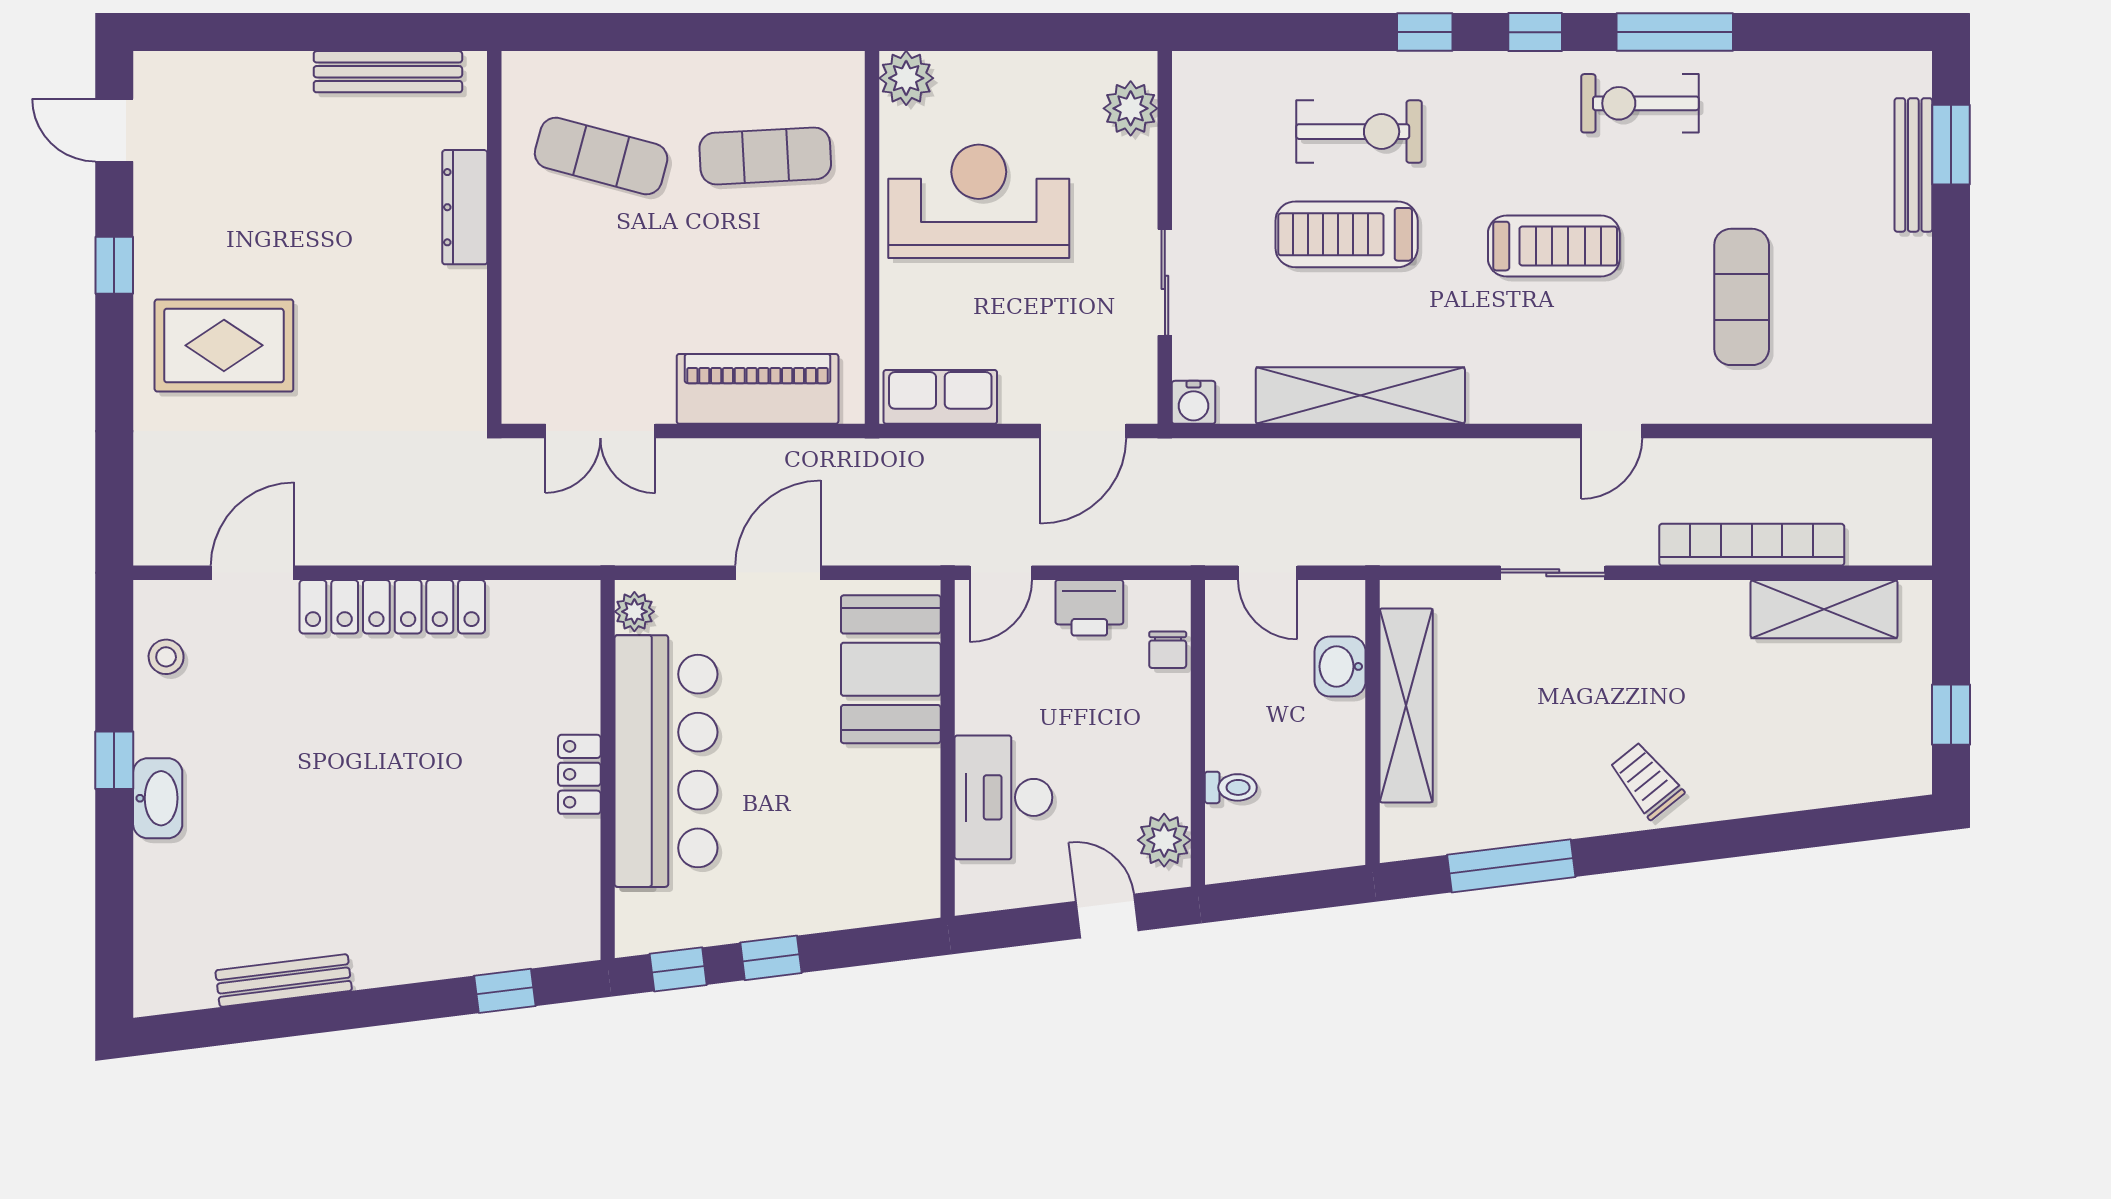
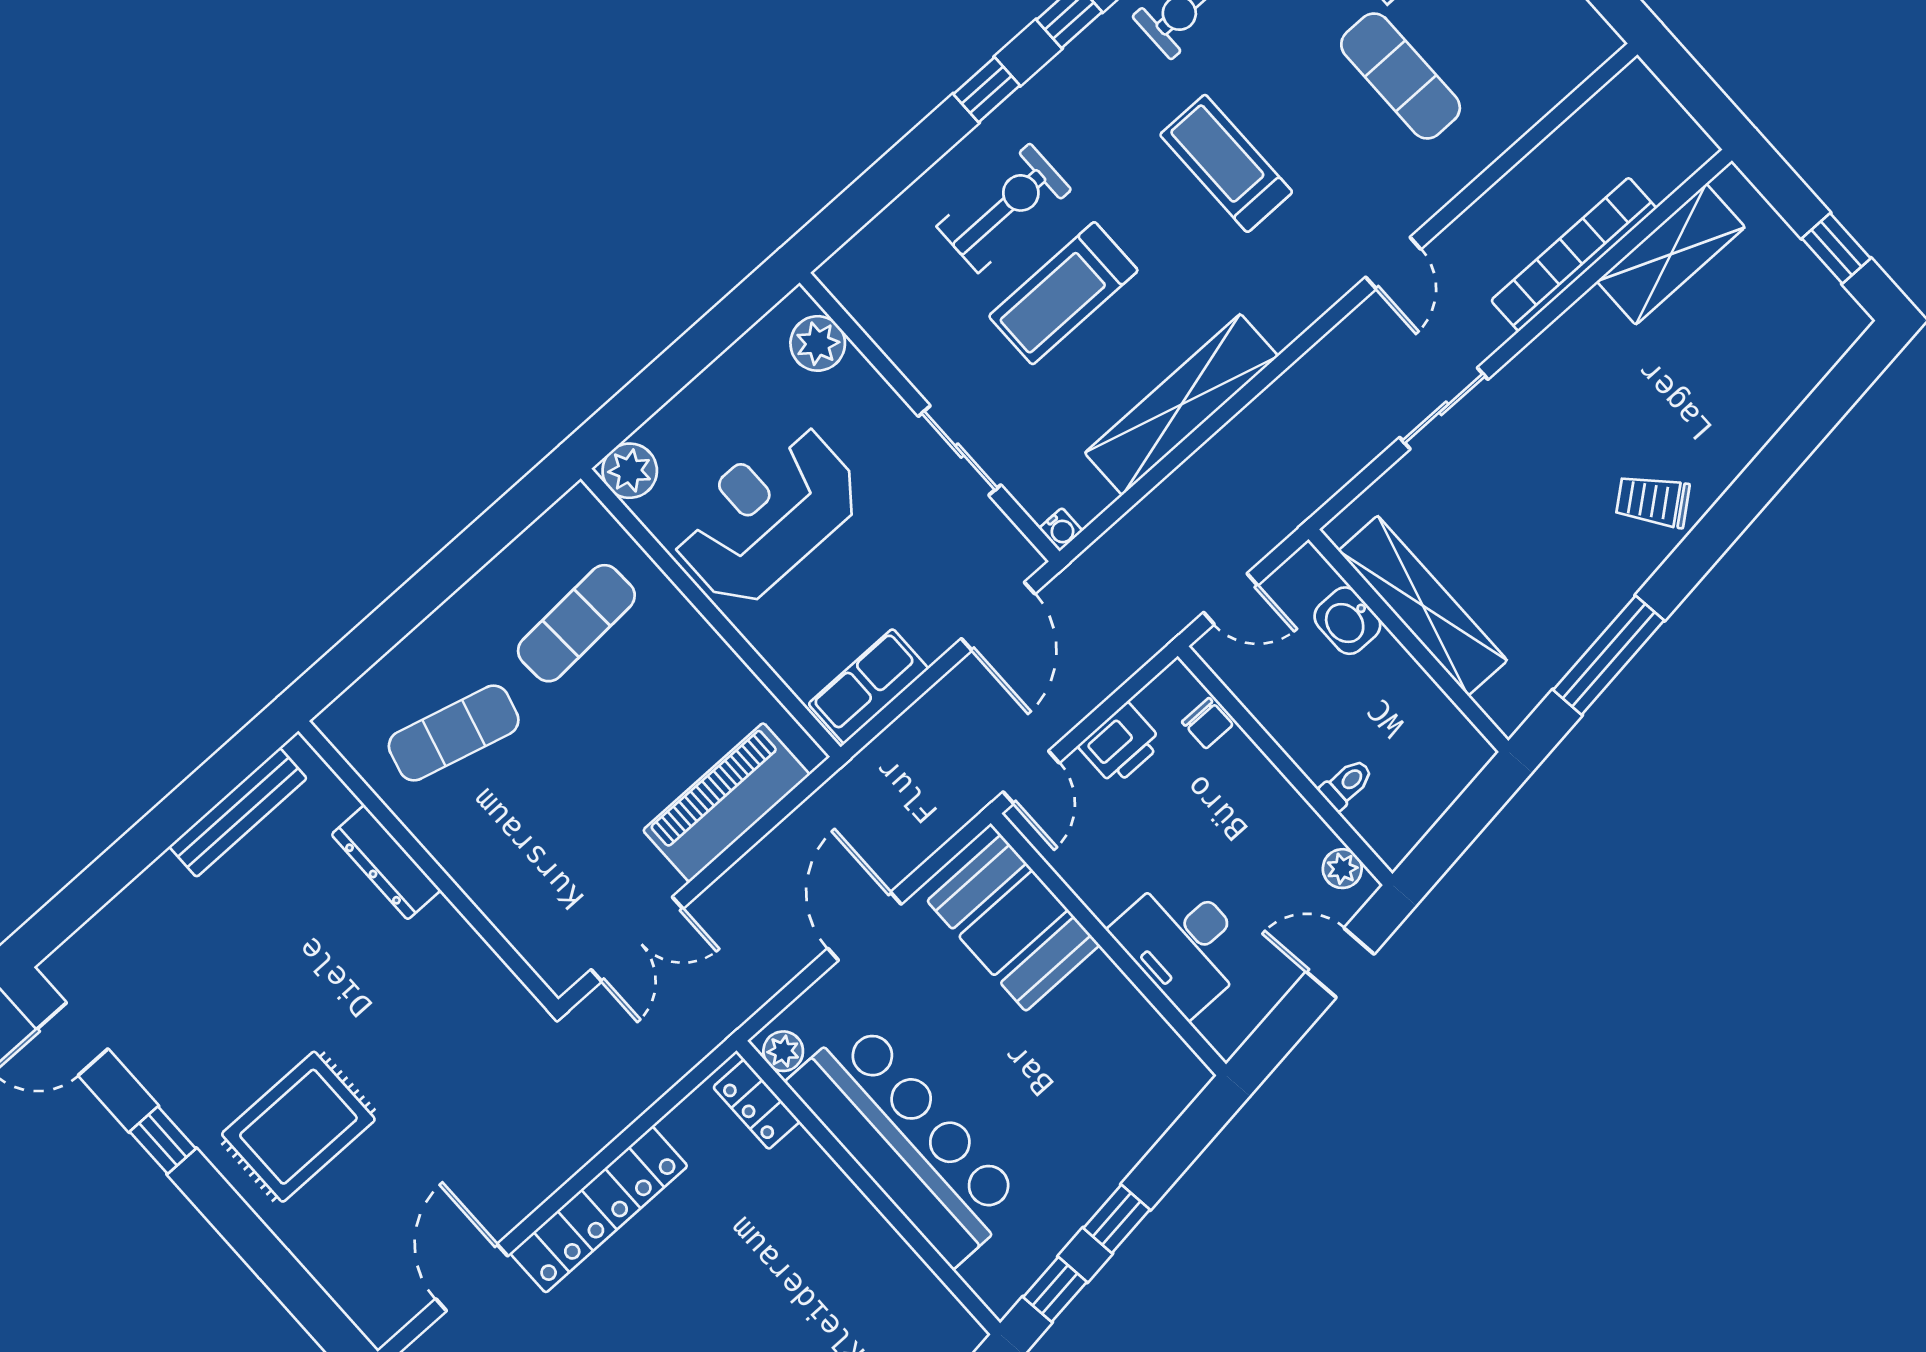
treadmill: (1554, 246) -> (1226, 163), turned -90
water cooler: (1194, 402) -> (1061, 530), width x0.72, depth x0.72
locker: (579, 774) -> (756, 1104), moved
plant: (1164, 840) -> (1342, 869), width x0.73, depth x0.73

